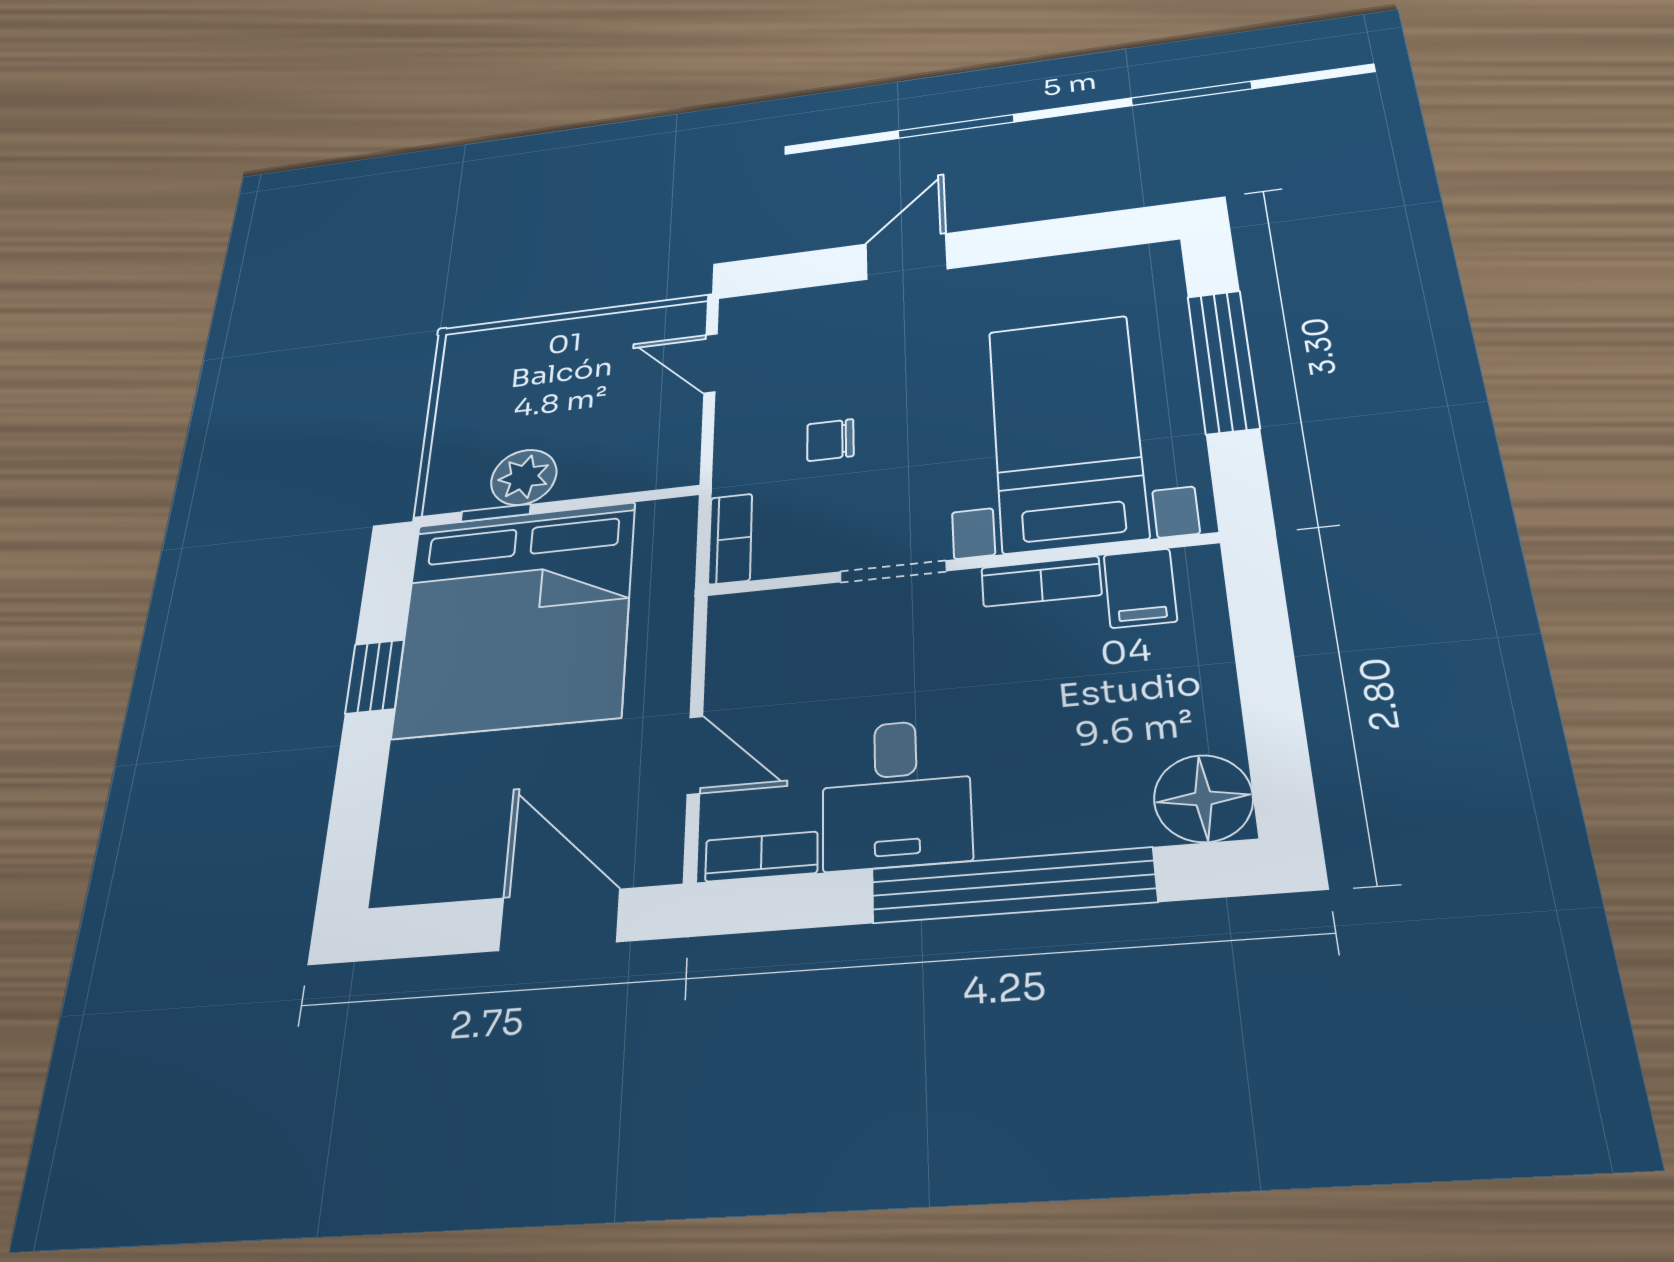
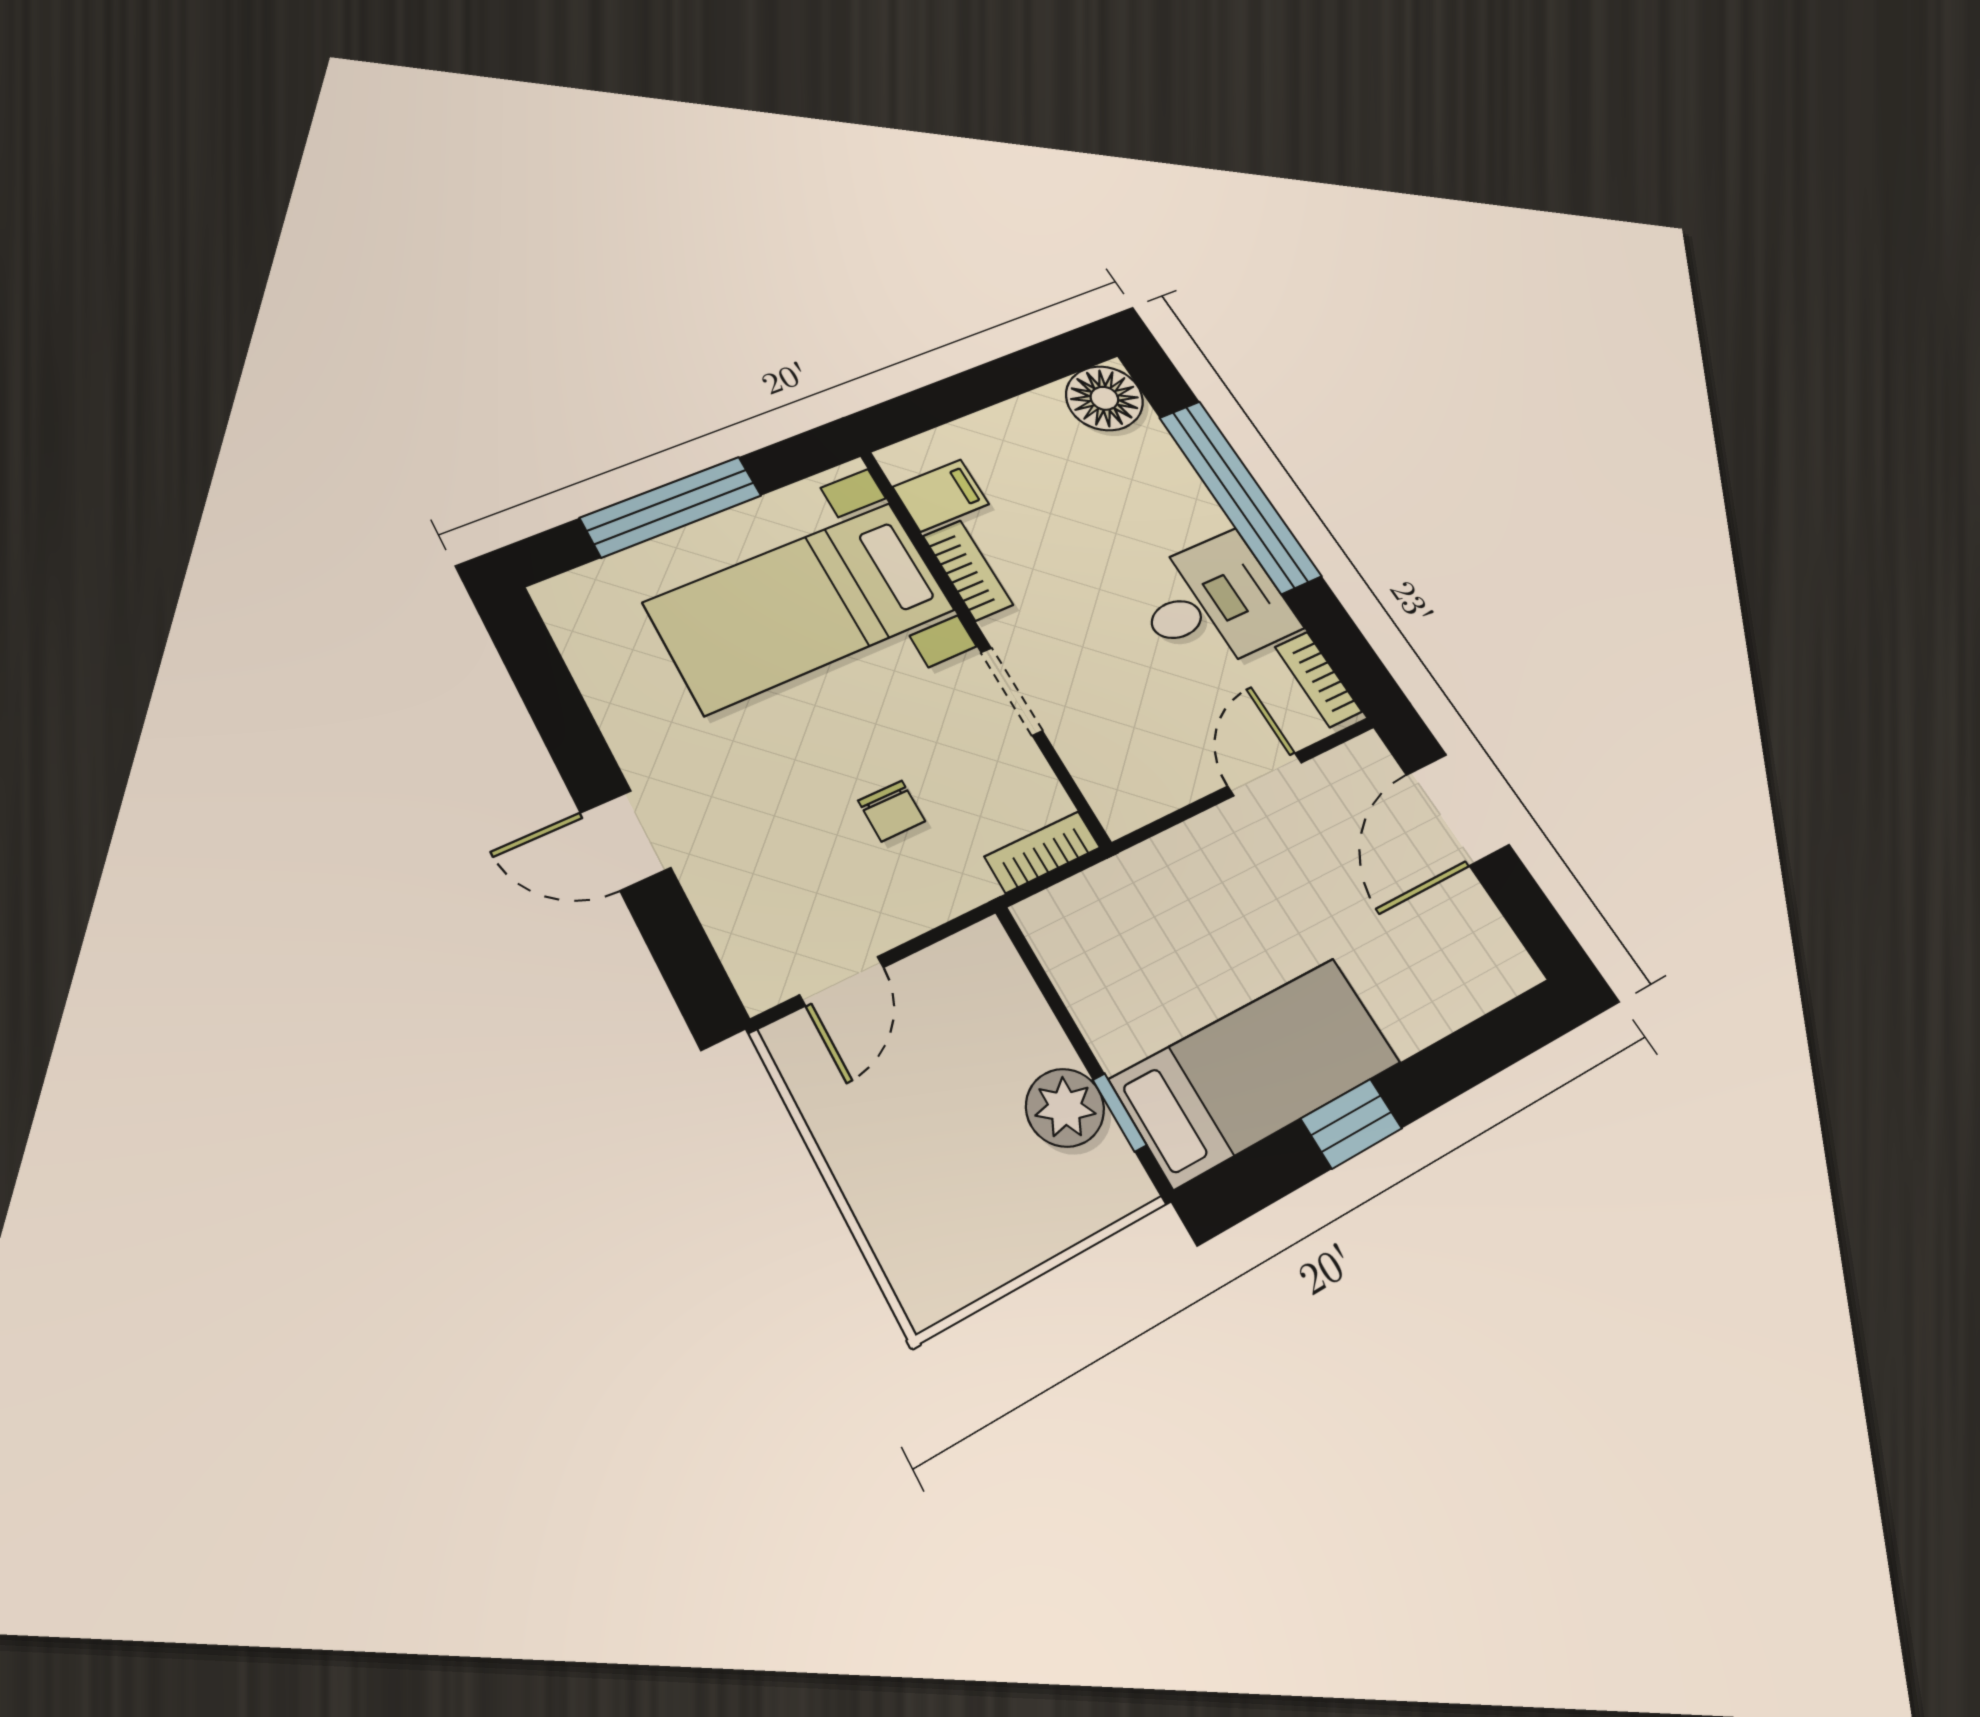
bed: (516, 618) -> (1256, 1071), width x0.49

